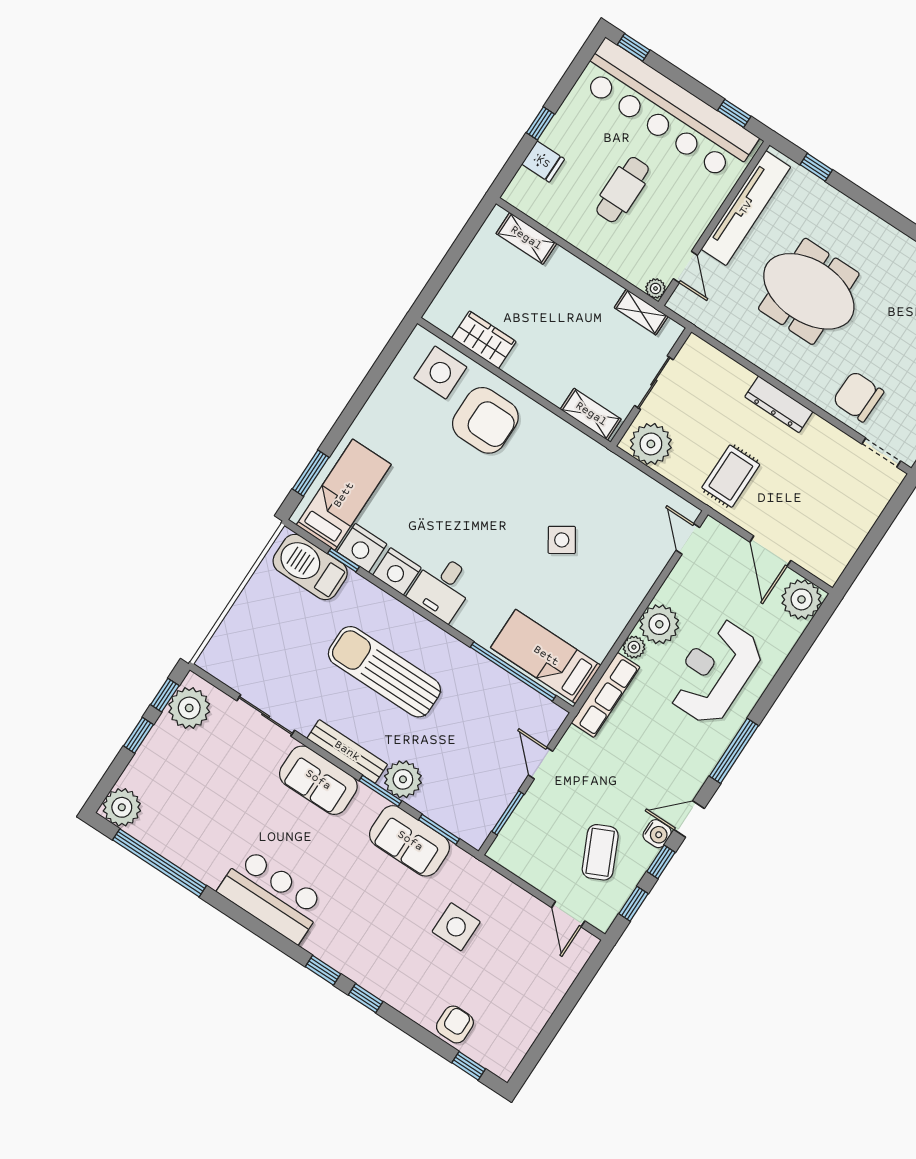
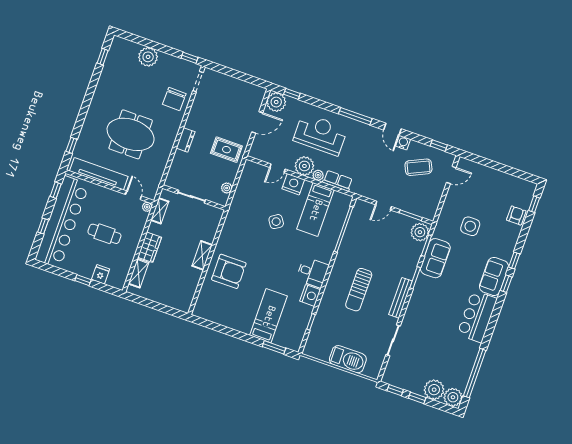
window: (634, 47) -> (43, 226), moved
door: (685, 267) -> (133, 195), hinge flipped
meeting table: (809, 291) -> (131, 134), turned 90
wardrobe: (484, 340) -> (150, 247), moved, turned 180
side table: (440, 373) -> (212, 298), removed
dresser: (779, 404) -> (186, 140), width x0.70
shelving: (591, 414) -> (202, 255), moved
armchair: (485, 420) -> (229, 271), turned 90
plant: (651, 444) -> (227, 188), width x0.53, depth x0.53
bed: (344, 495) -> (268, 316), moved, turned 90
door: (688, 539) -> (278, 168), moved
nightstand: (362, 548) -> (293, 184), moved, turned -90
barbecue: (310, 567) -> (348, 359), moved, turned -90
bed: (546, 656) -> (315, 210), moved
sun lounger: (384, 672) -> (359, 290), width x0.73, depth x0.75
reception desk: (715, 672) -> (320, 134), turned 180
row of seats: (606, 695) -> (338, 181), width x0.68
plant: (189, 708) -> (434, 390), moved
plant: (403, 779) -> (420, 232), moved
sofa: (318, 780) -> (494, 276), moved, turned 180
window: (661, 862) -> (292, 94), moved
armchair: (455, 1024) -> (516, 215), turned 90

